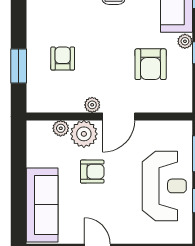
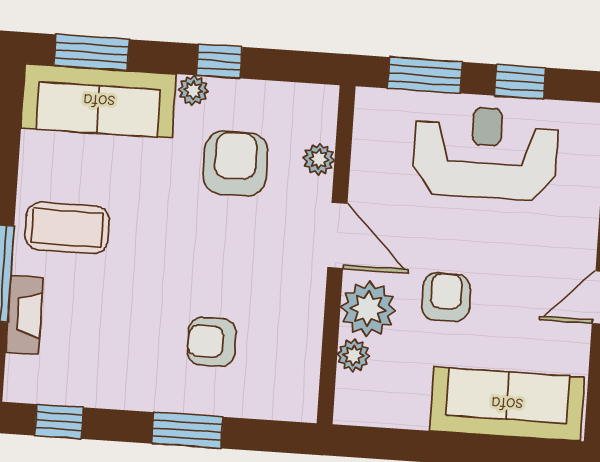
armchair: (151, 64) -> (235, 163), turned -90
window: (19, 66) -> (187, 430), moved
plant: (92, 105) -> (319, 159), moved

